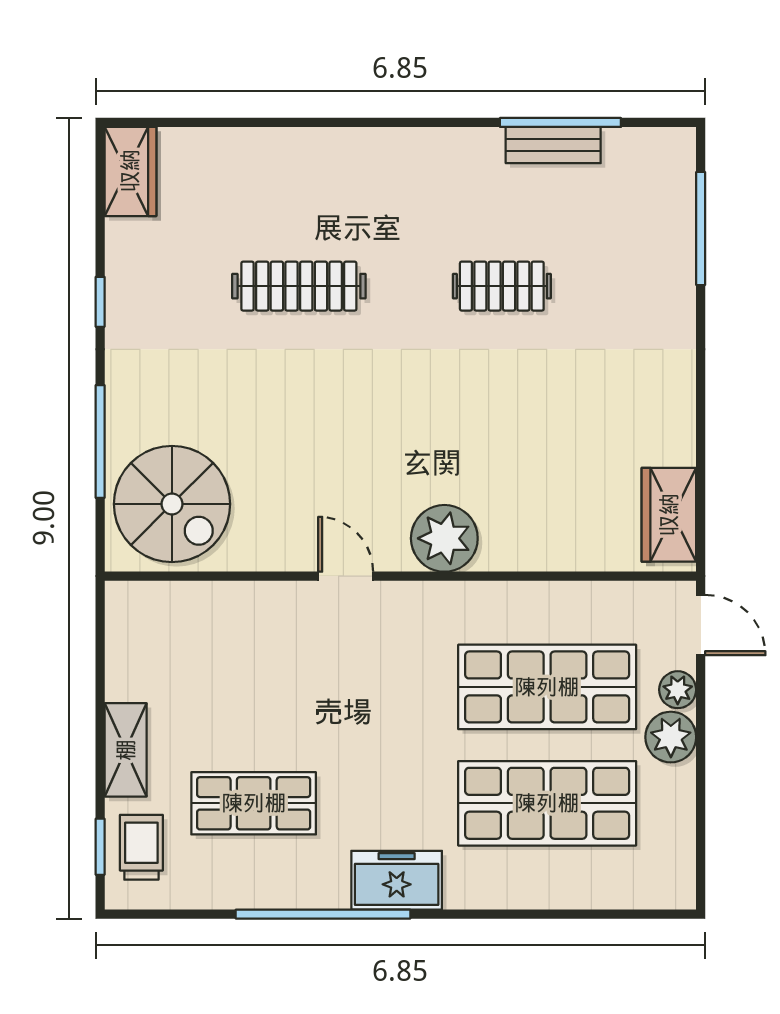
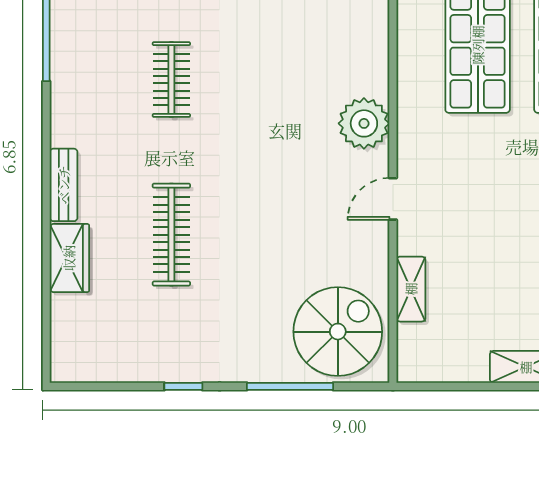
bench: (553, 145) -> (64, 185), moved
wardrobe: (130, 171) -> (69, 258), moved, turned 90
shelving: (228, 600) -> (411, 289), added

